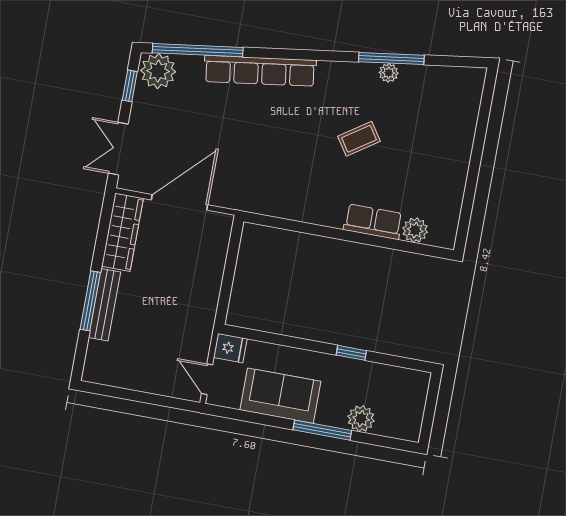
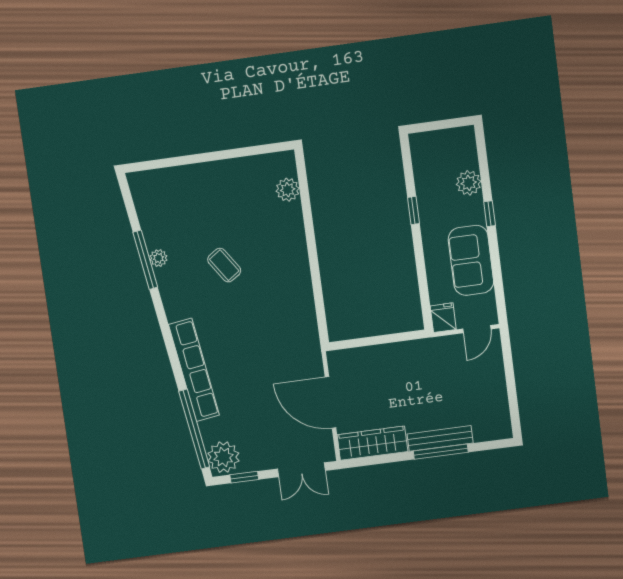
row of seats: (373, 222) -> (292, 229), removed
window: (322, 430) -> (490, 214), width x0.46

